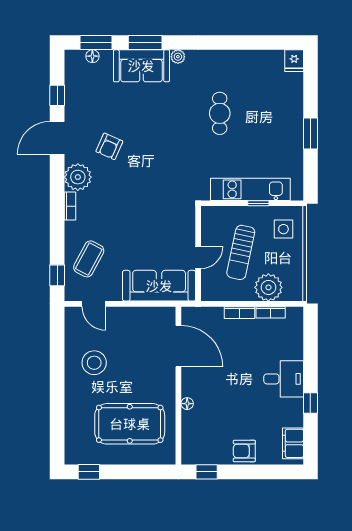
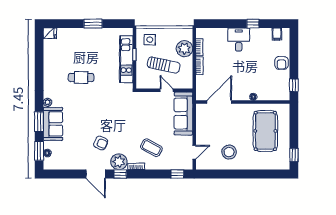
window: (57, 95) -> (120, 174), moved
coffee table: (89, 259) -> (151, 148), moved
filing cabinet: (293, 443) -> (277, 34), width x0.50

